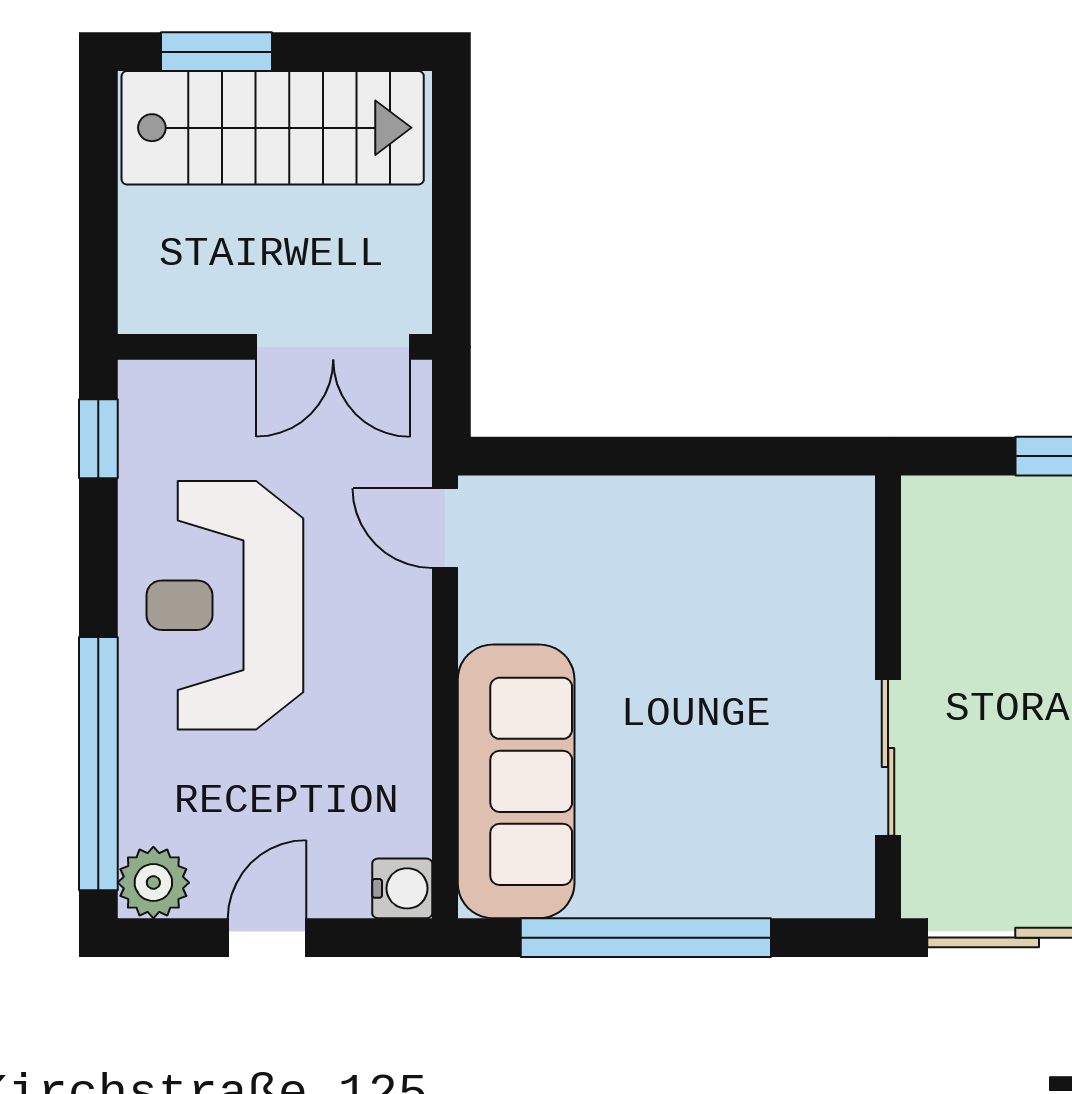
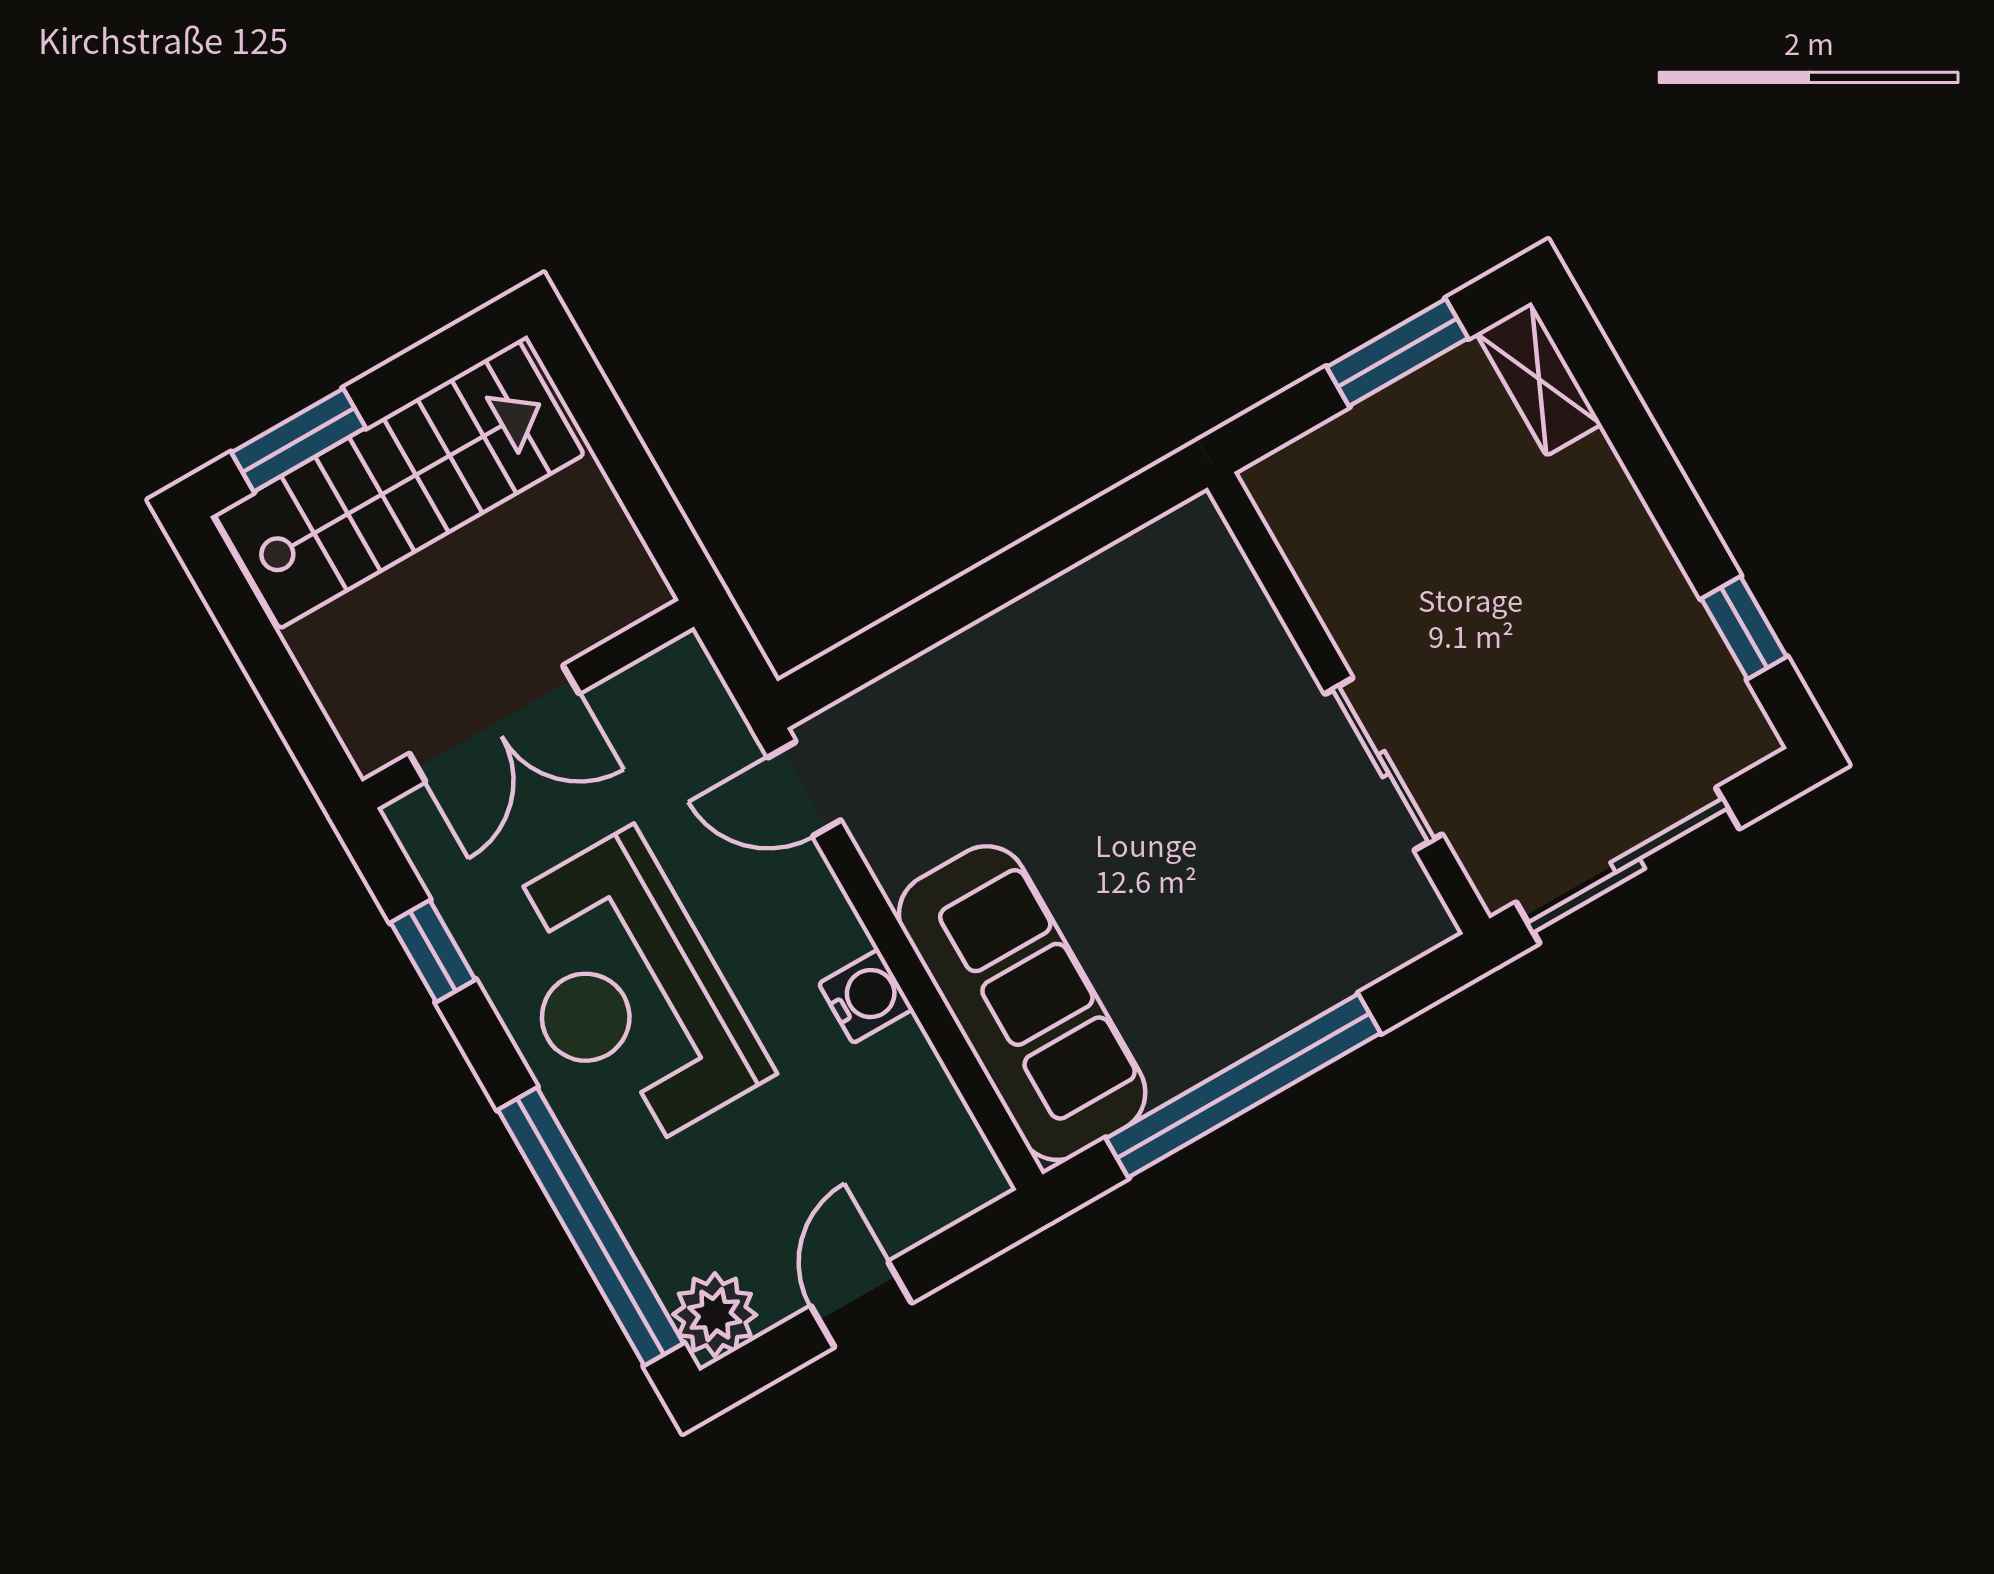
double door: (333, 347) -> (494, 724), moved
window: (98, 439) -> (433, 951), moved
water cooler: (402, 888) -> (866, 996), moved

